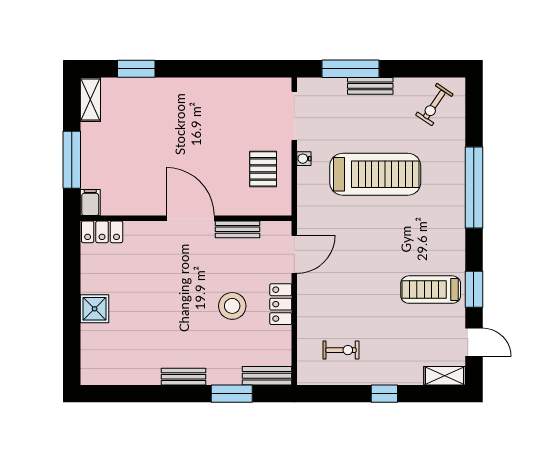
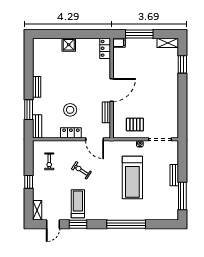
window: (351, 69) -> (182, 196), moved
exercise bike: (434, 105) -> (81, 170), moved

